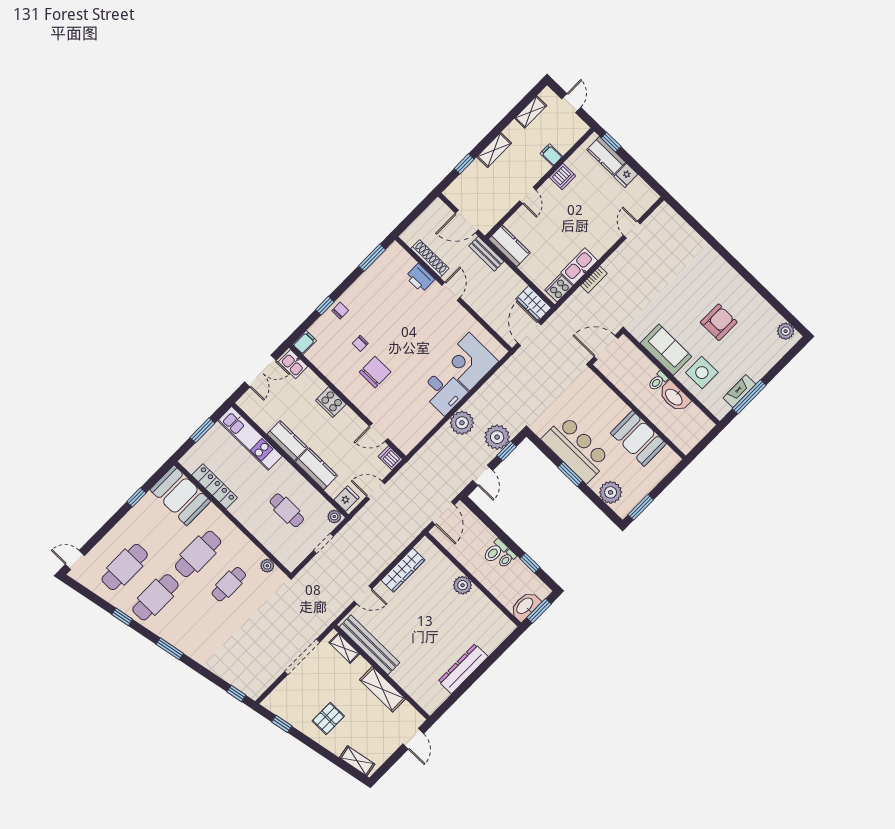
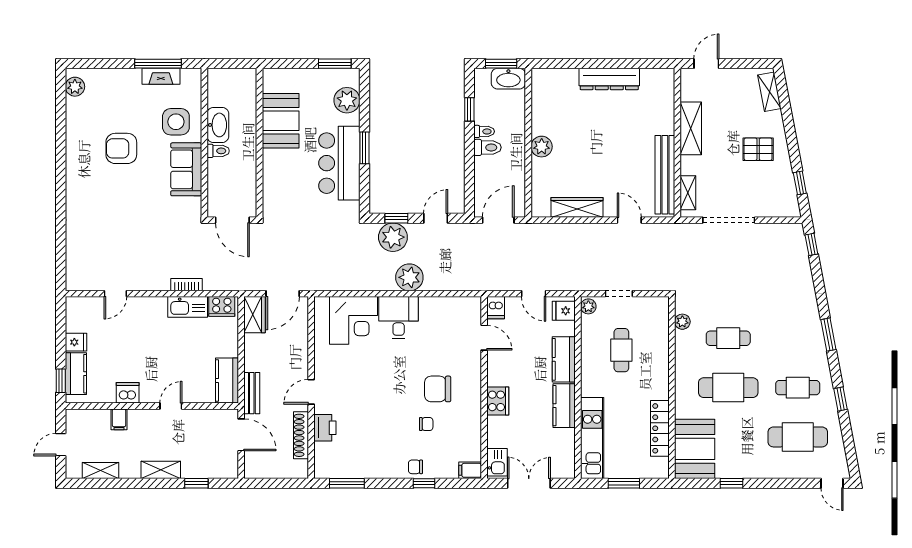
cafe table: (155, 597) -> (798, 388), width x0.73, depth x0.74

